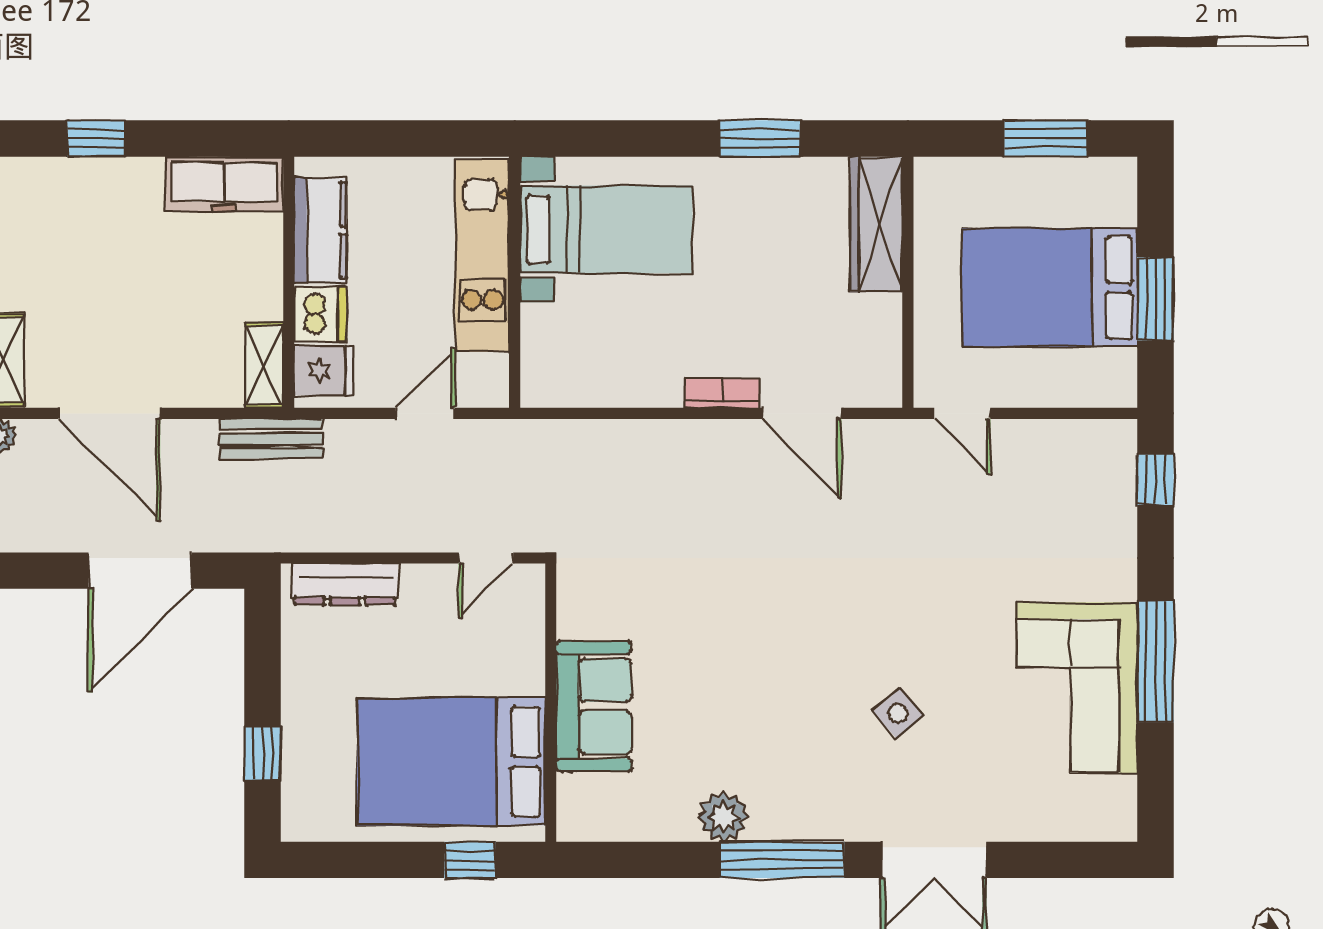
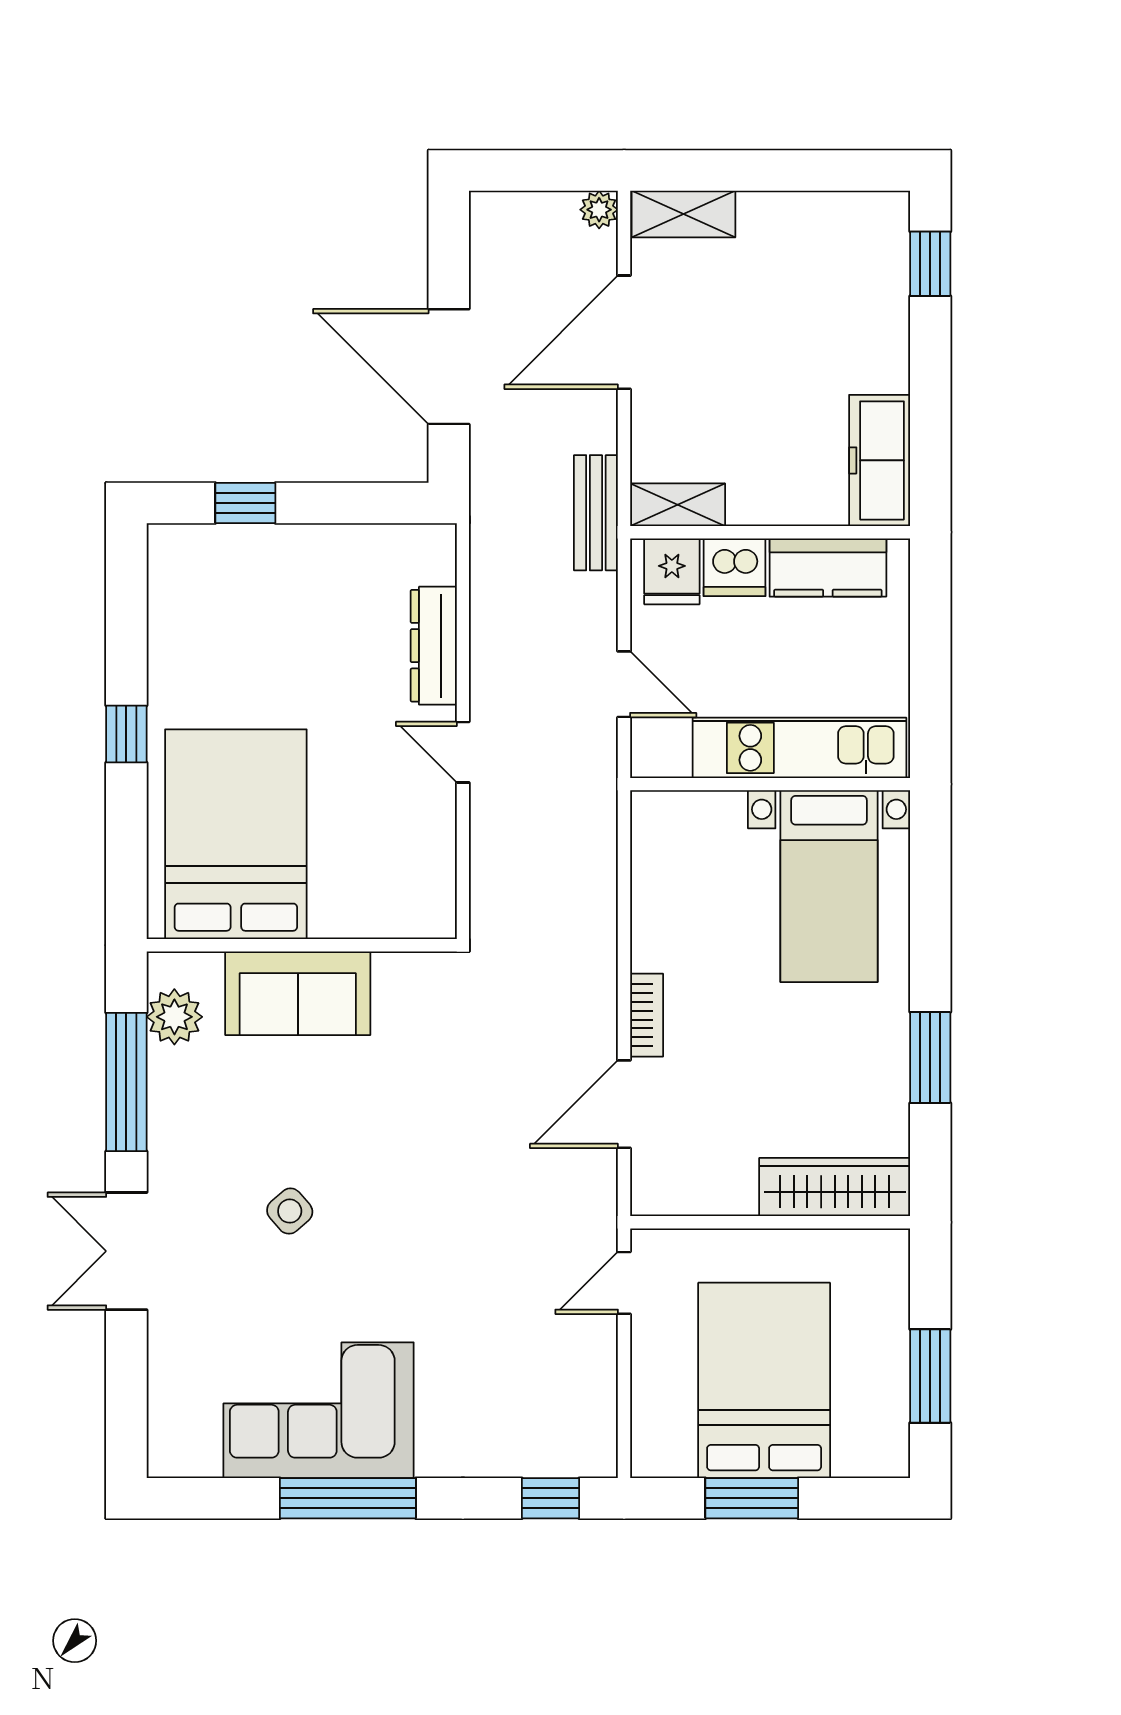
window: (96, 139) -> (930, 264), moved
dresser: (345, 584) -> (434, 646), moved
wall: (551, 703) -> (302, 945), moved
sofa: (594, 706) -> (298, 993), moved
bed: (451, 762) -> (236, 834), moved

